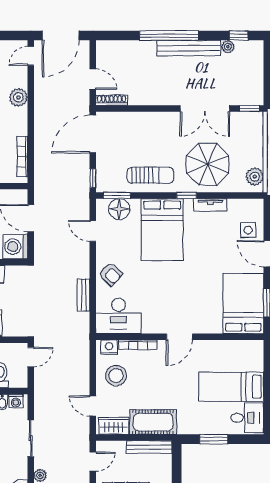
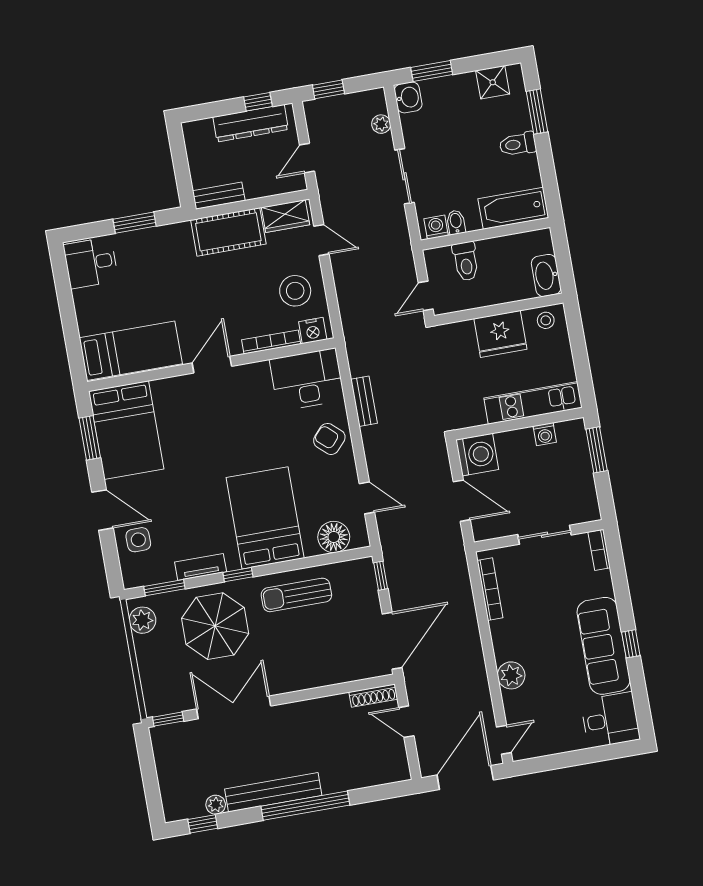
window: (117, 195) -> (164, 588), moved
bed: (231, 387) -> (131, 351), moved
bench: (149, 447) -> (219, 196), width x0.73

